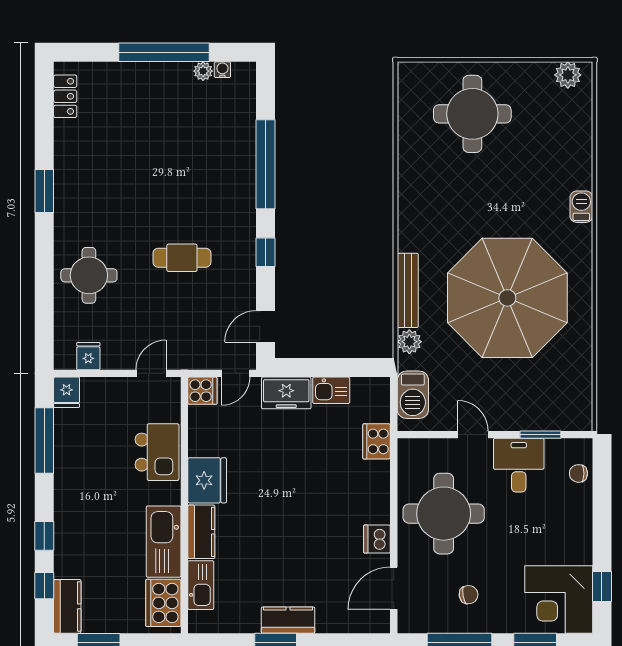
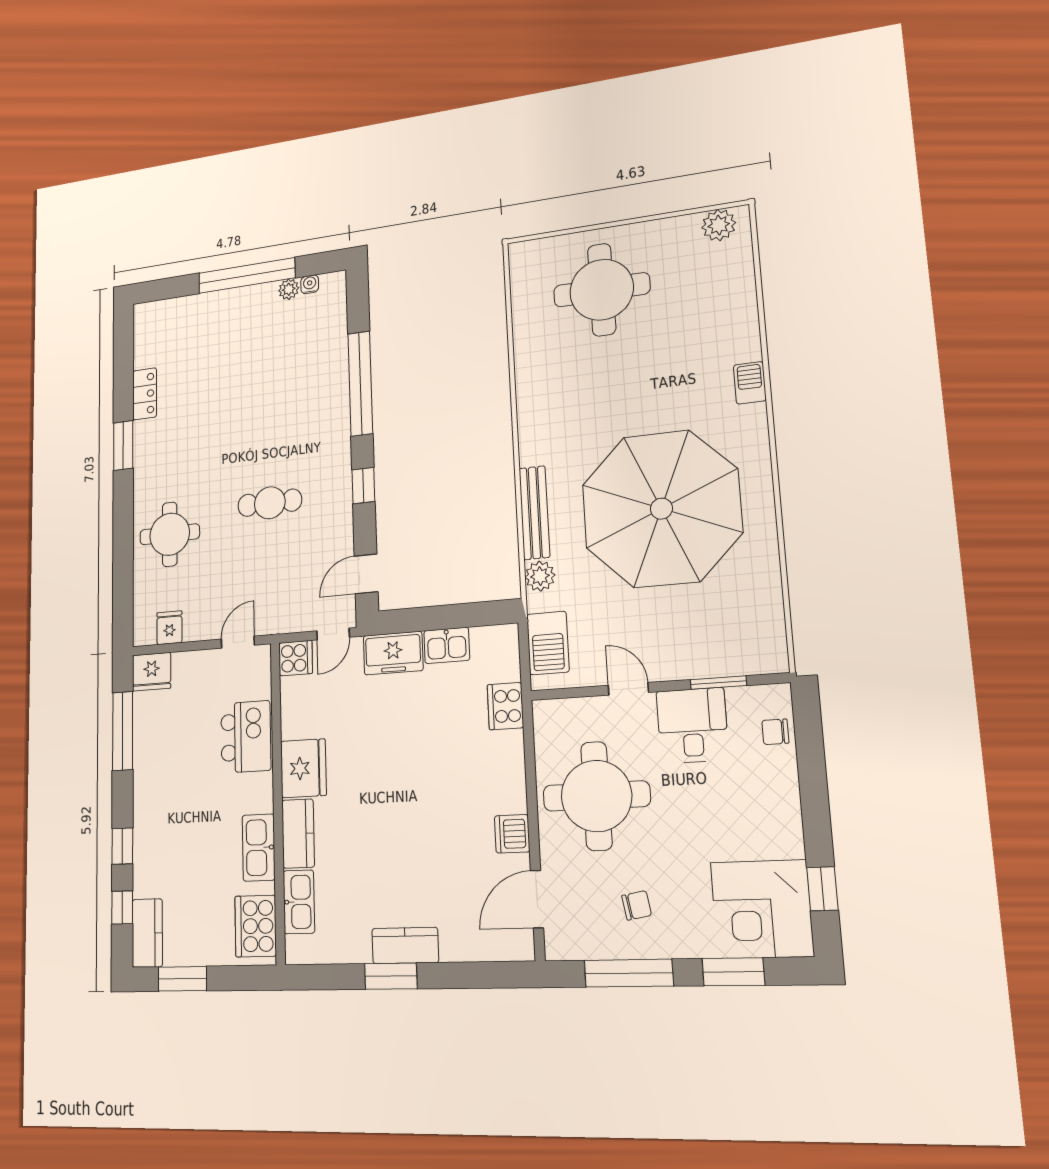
locker: (65, 96) -> (145, 394), moved
fridge: (67, 392) -> (152, 672), width x1.38
kitchen sink: (164, 542) -> (259, 848), width x0.73, depth x0.81

